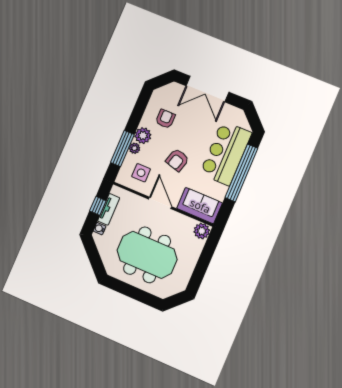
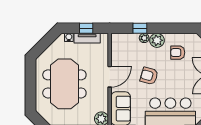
armchair: (165, 119) -> (178, 53), turned 180
window: (122, 148) -> (140, 28), width x0.46
side table: (141, 173) -> (127, 52), removed

